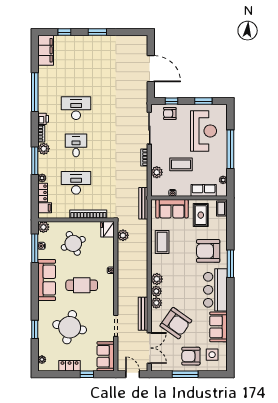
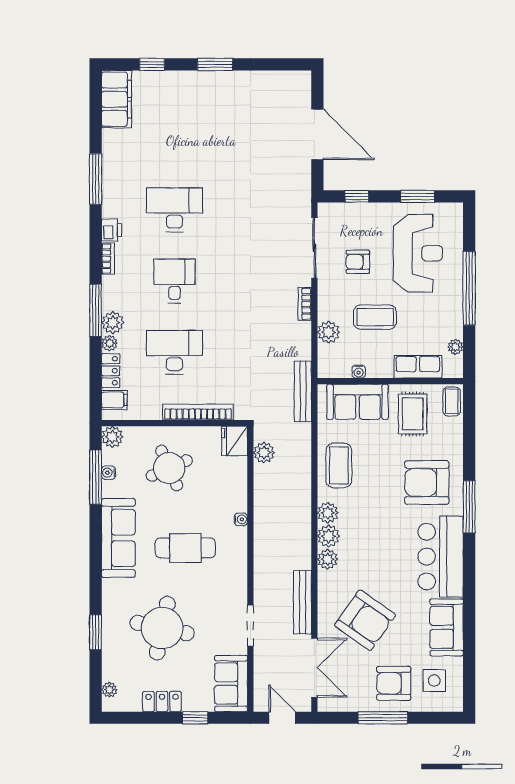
window: (35, 92) -> (96, 179), width x0.68
armchair: (170, 113) -> (358, 262), moved
plant: (44, 149) -> (113, 323), moved
plant: (156, 303) -> (328, 513), moved

